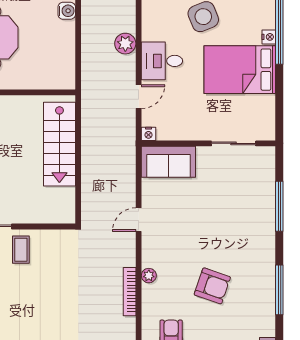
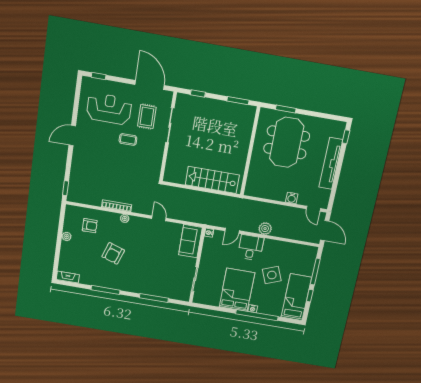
door: (139, 97) -> (232, 231), hinge flipped
coffee table: (21, 250) -> (128, 140), moved

